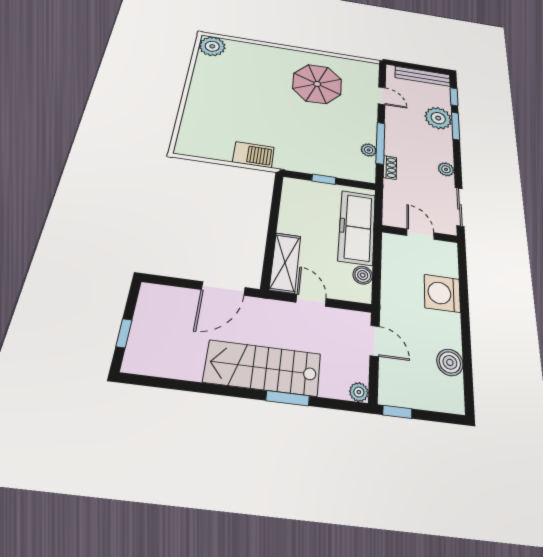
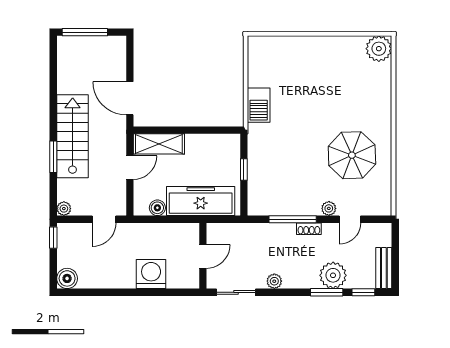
bench: (423, 76) -> (384, 268), width x0.73
plant: (369, 150) -> (329, 208), moved
shoe rack: (390, 167) -> (309, 229), moved
window: (124, 333) -> (85, 32), width x2.17
boiler: (450, 362) -> (67, 278), moved

